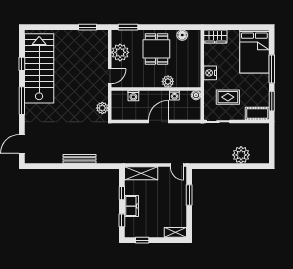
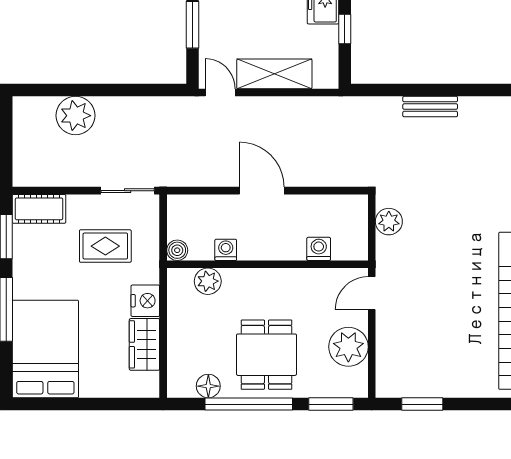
window: (164, 27) -> (249, 404), added
wardrobe: (215, 36) -> (144, 344), moved, turned -90
plant: (168, 81) -> (208, 281), moved
door: (159, 122) -> (262, 191), swing flipped
bench: (80, 159) -> (430, 107), width x0.73
shelving: (141, 173) -> (274, 74), moved

